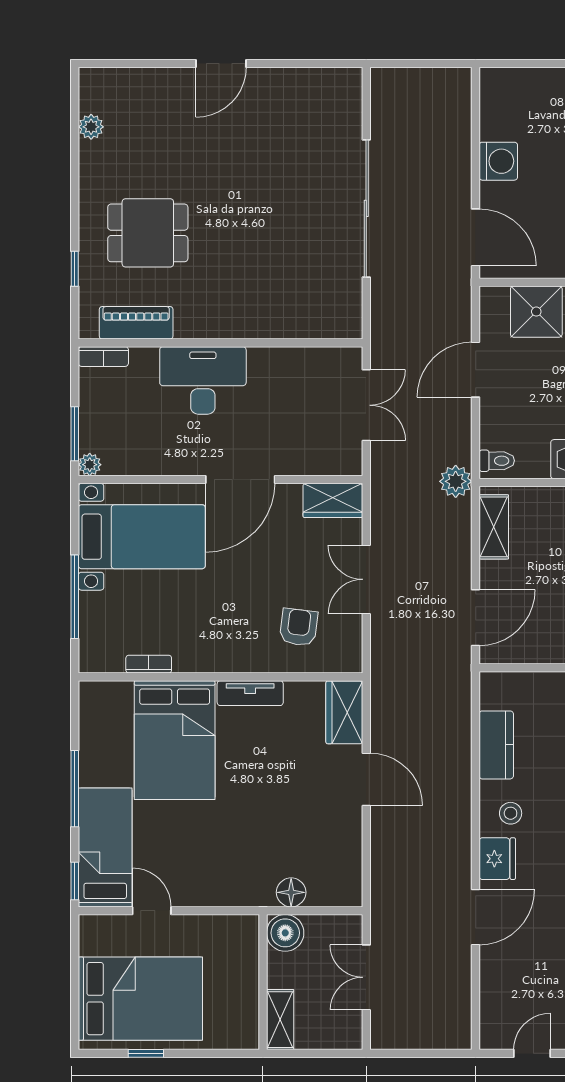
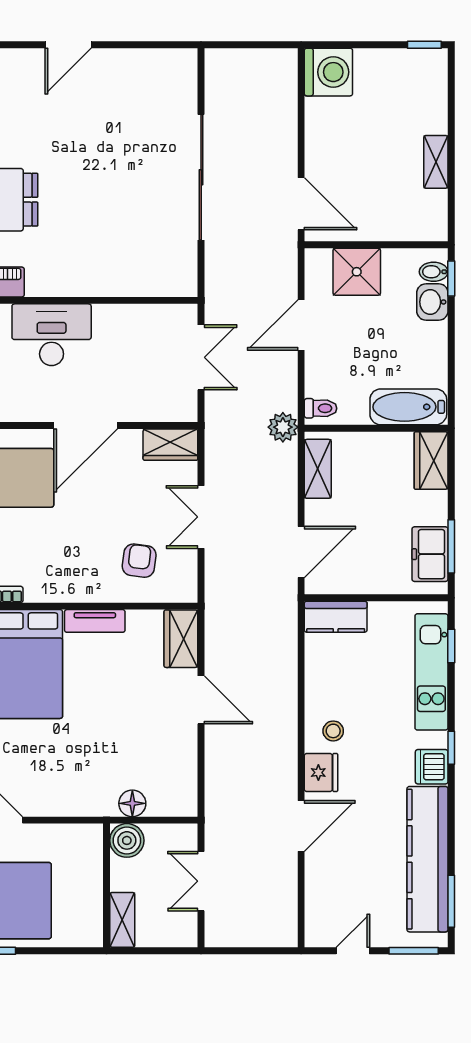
washing machine: (498, 161) -> (328, 72), moved, width x1.37, depth x1.37
kitchen counter: (496, 745) -> (336, 617), moved, turned 90

